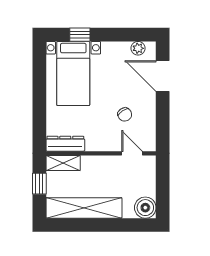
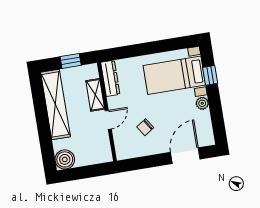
plant: (138, 48) -> (202, 103), moved
door: (132, 153) -> (108, 120), moved
shelving: (63, 163) -> (95, 95), moved

